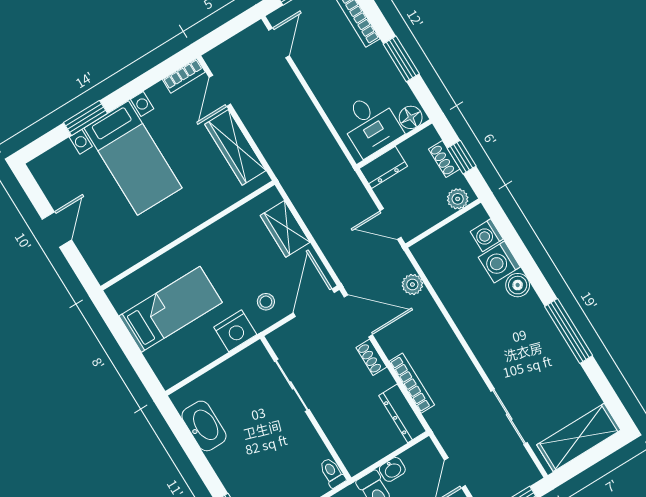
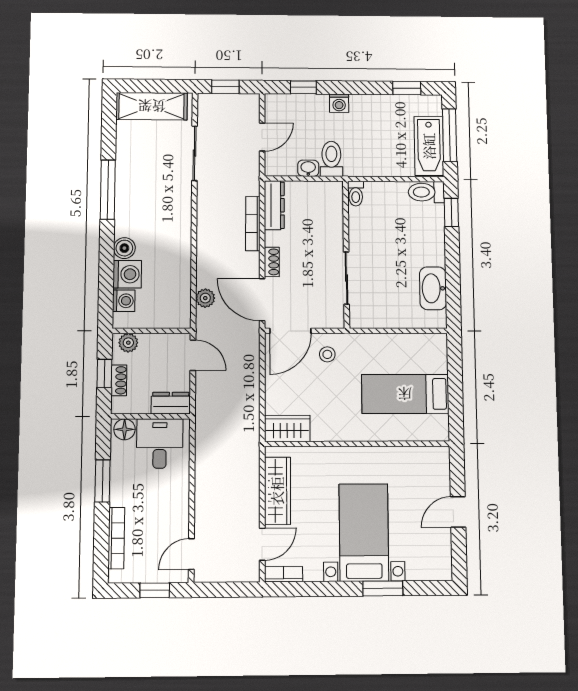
wardrobe: (285, 229) -> (287, 428), moved, turned -90
nightstand: (235, 331) -> (365, 346), removed

